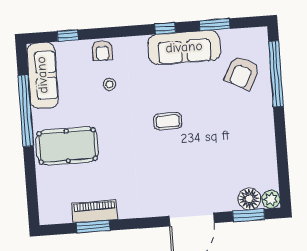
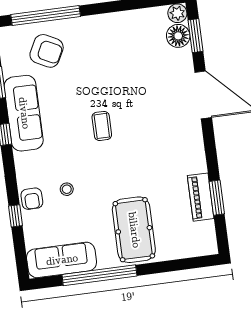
window: (68, 36) -> (16, 216), moved
armchair: (102, 51) -> (32, 199), turned 89

